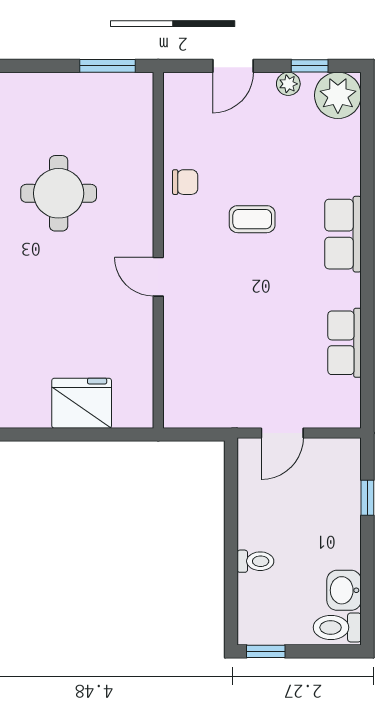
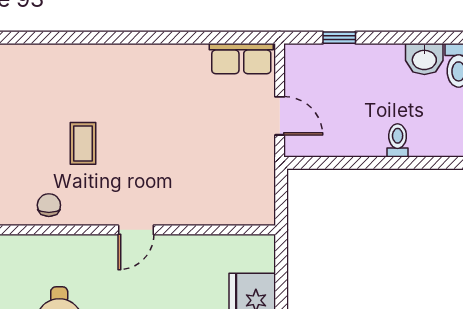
row of seats: (343, 234) -> (97, 60), removed
row of seats: (345, 343) -> (241, 59), moved

